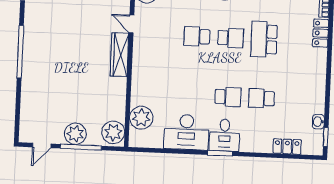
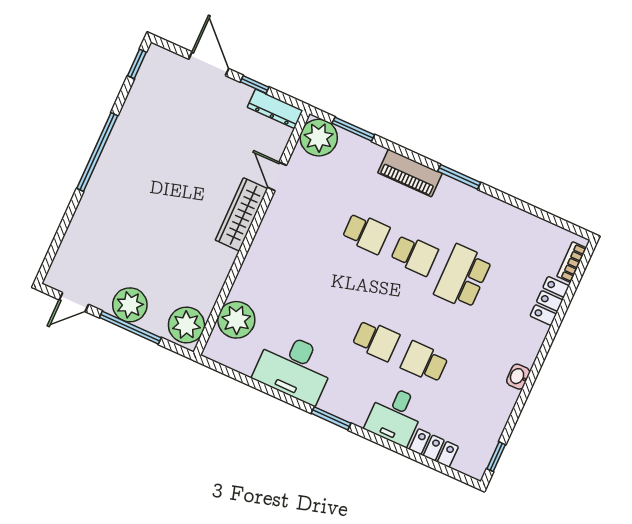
school desk: (197, 36) -> (366, 233), turned 180
washbasin: (318, 122) -> (518, 377), moved
desk: (224, 135) -> (395, 416), moved

